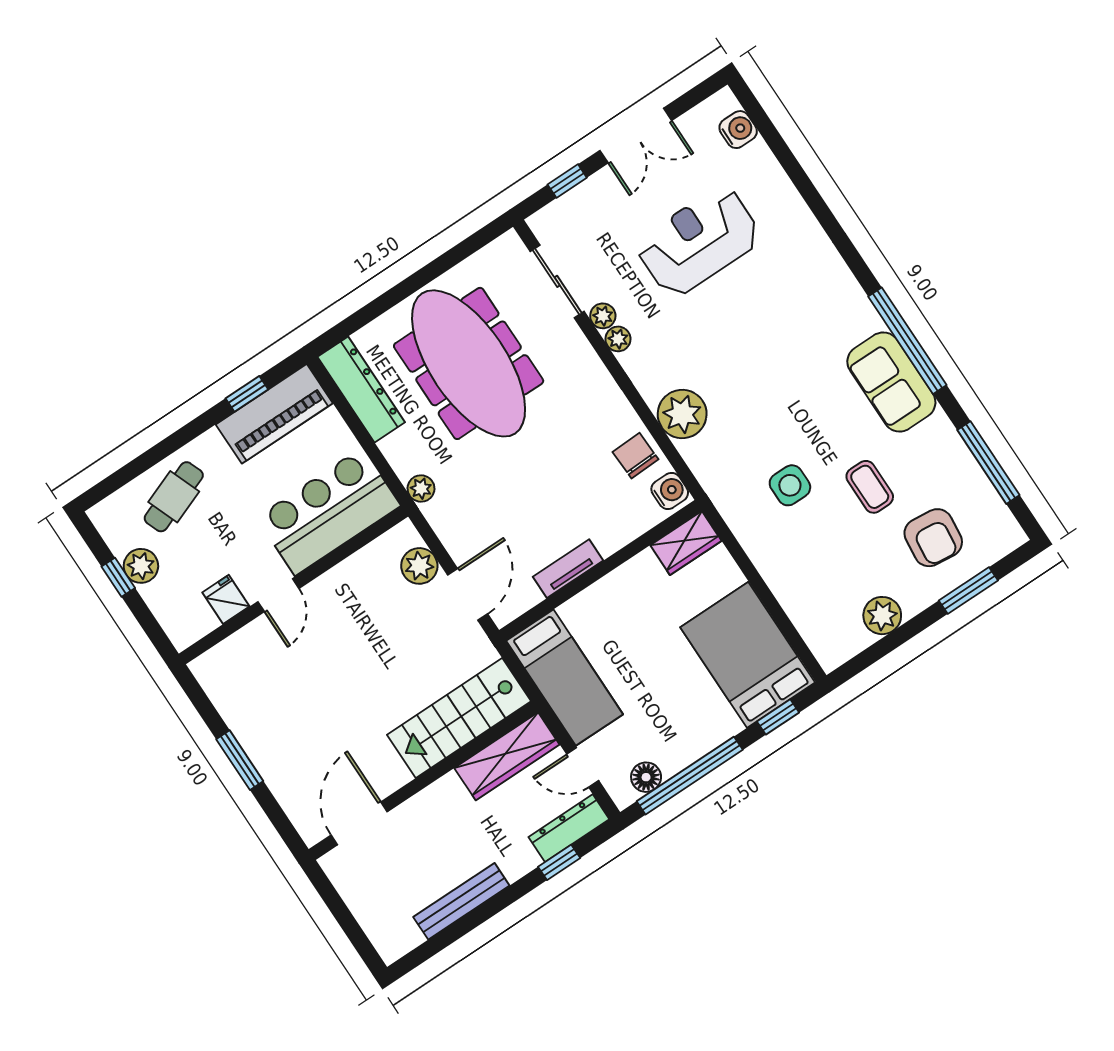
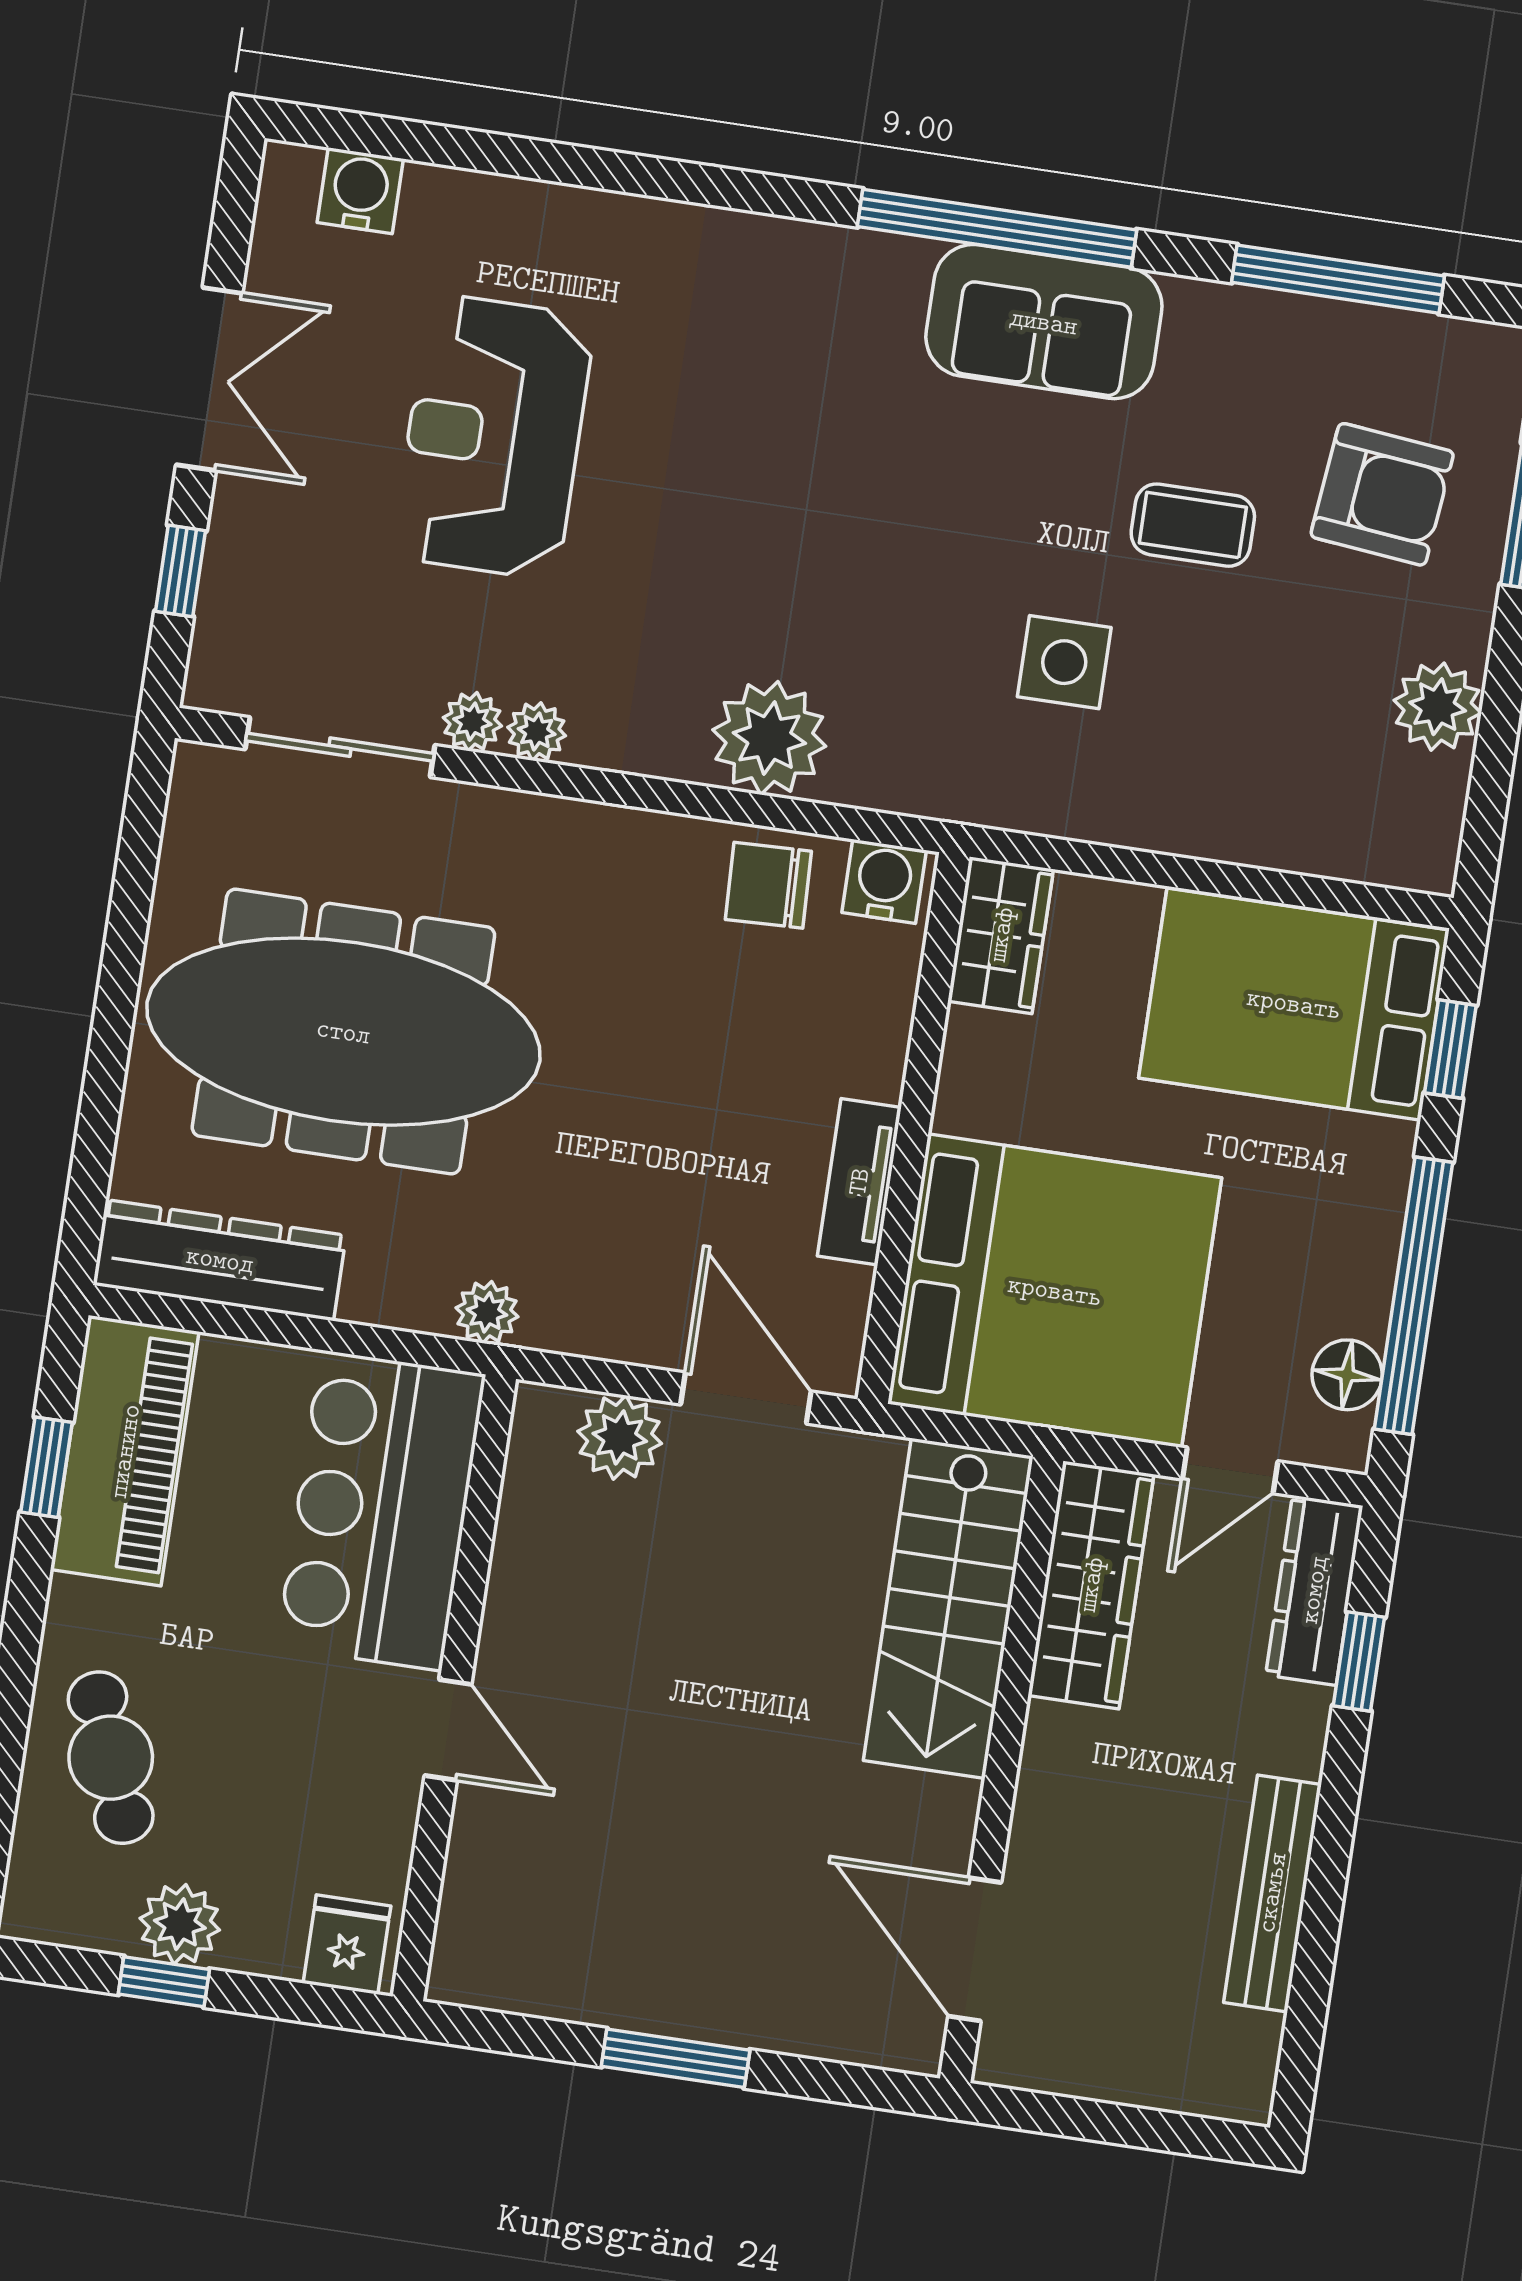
fridge: (226, 599) -> (347, 1945), moved, turned 90
bed: (565, 678) -> (1055, 1291), width x2.04

